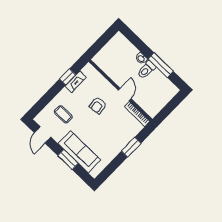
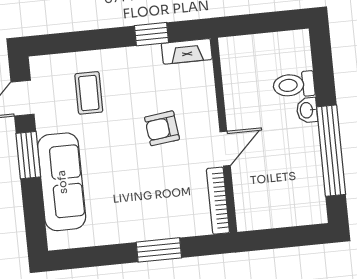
window: (161, 65) -> (331, 151), width x1.46
toilet: (146, 70) -> (294, 85), moved
fireplace: (76, 82) -> (187, 51), moved
window: (68, 159) -> (28, 155), moved

